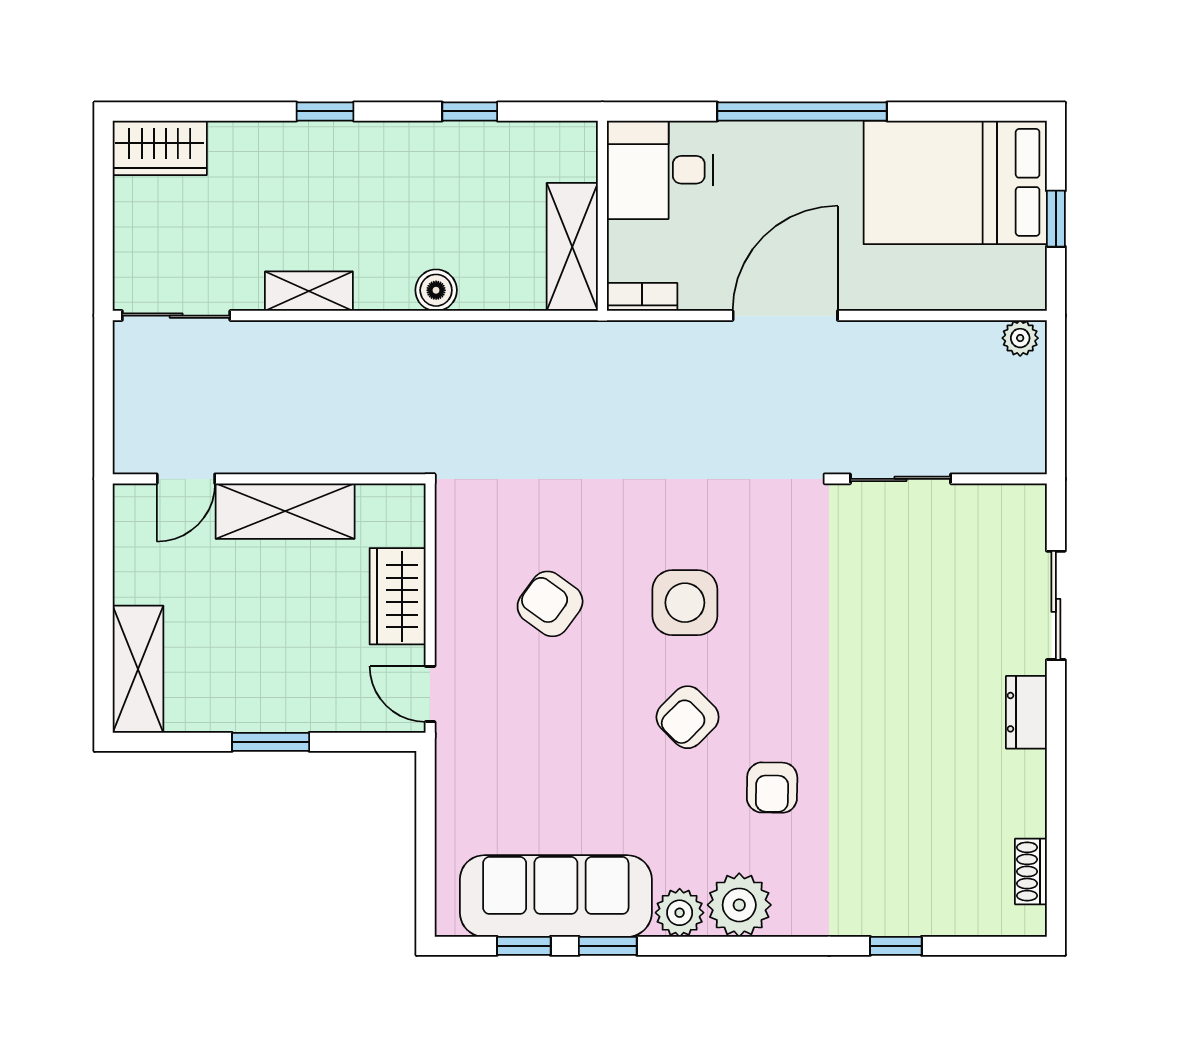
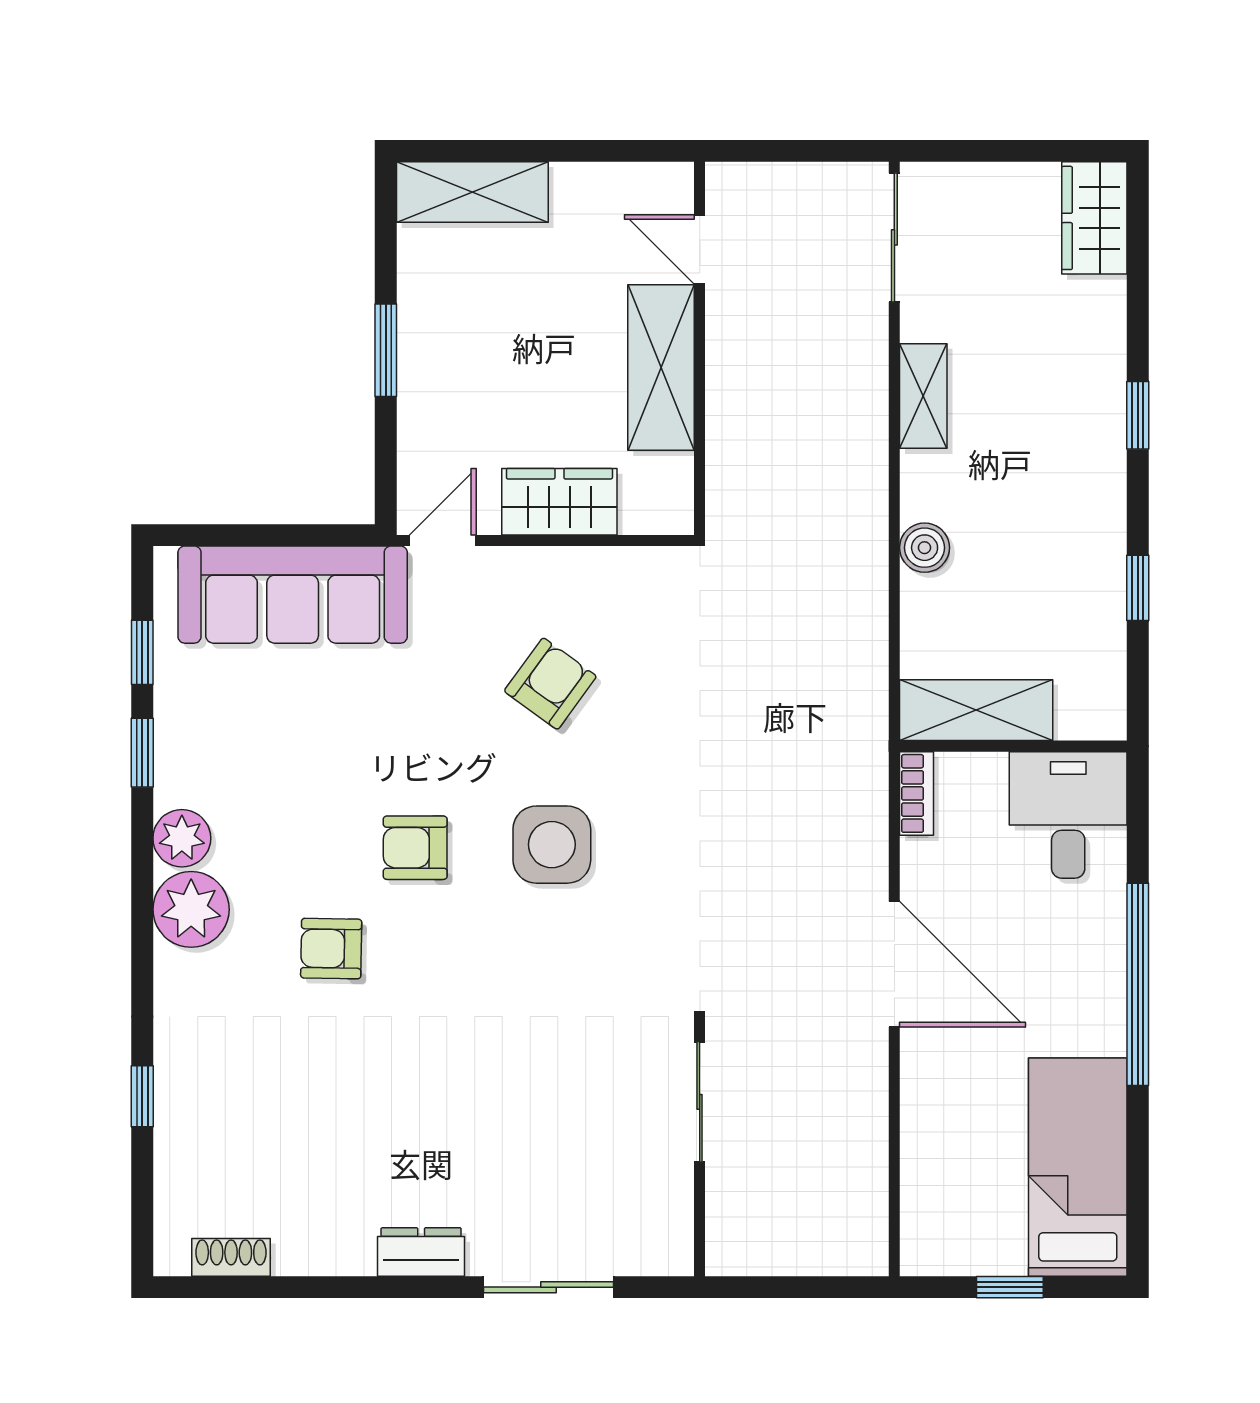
bed: (955, 182) -> (1078, 1167), width x0.67
plant: (1020, 338) -> (867, 1245), removed
armchair: (688, 717) -> (415, 848), turned -45
sofa: (556, 896) -> (293, 595), moved, turned 90

